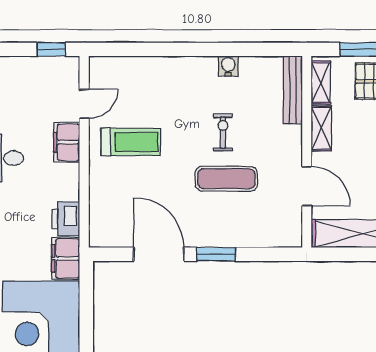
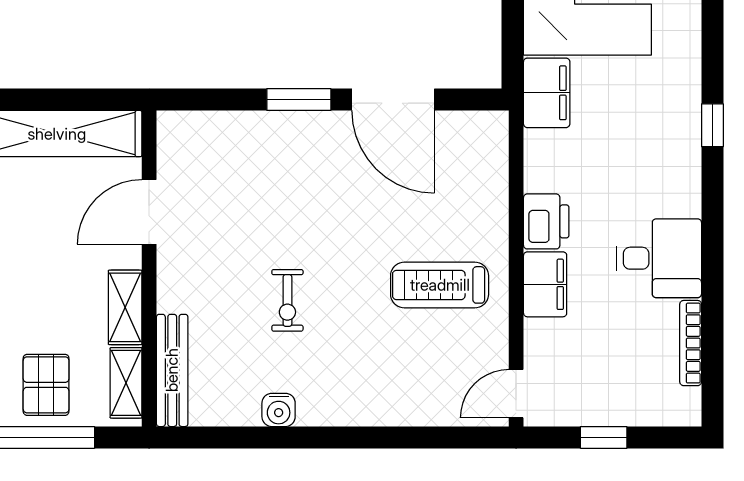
window: (51, 49) -> (604, 437), moved
door: (84, 104) -> (516, 394), moved
exercise mat: (226, 179) -> (282, 224), removed
door: (307, 186) -> (149, 212), hinge flipped
printer: (66, 219) -> (546, 221), moved

